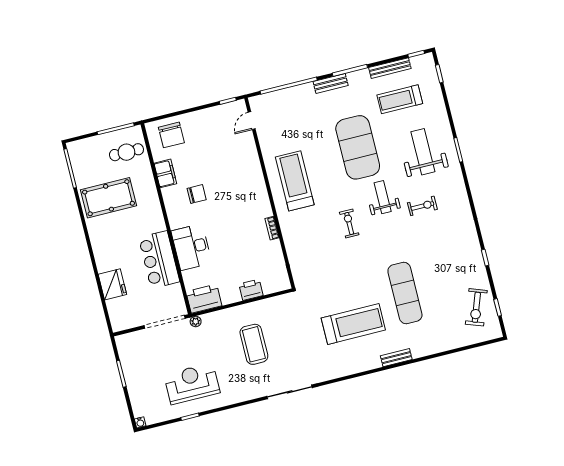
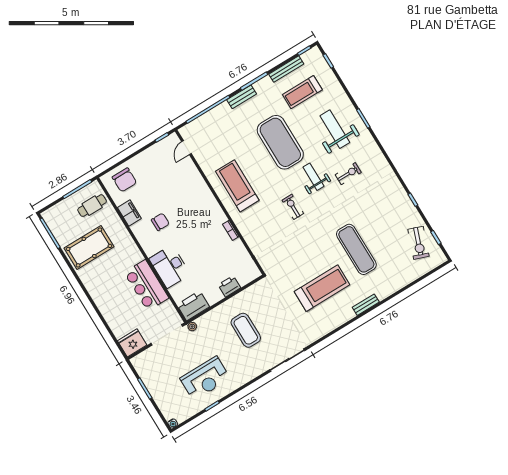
fridge: (112, 284) -> (132, 343), moved, turned -90
reception desk: (192, 384) -> (205, 378), turned 180

